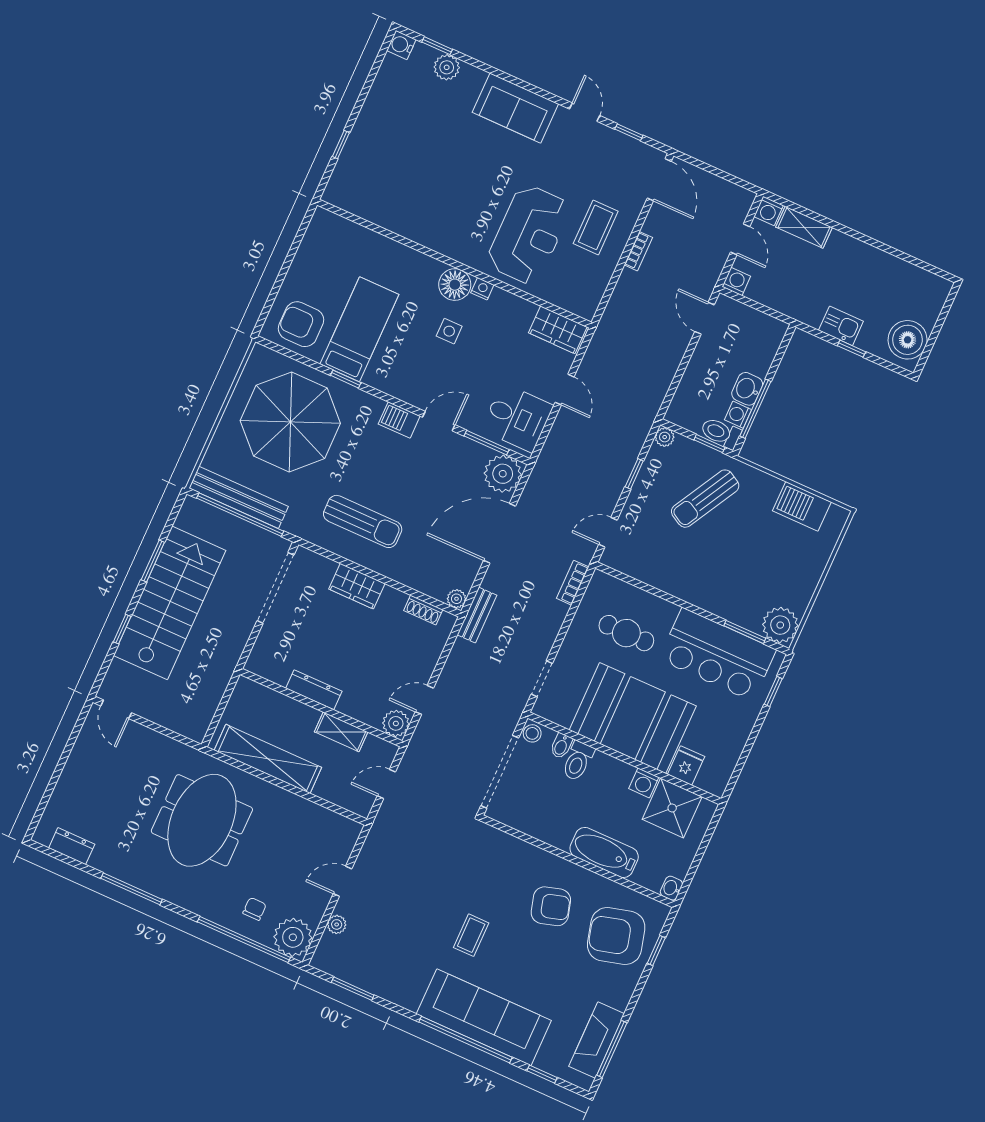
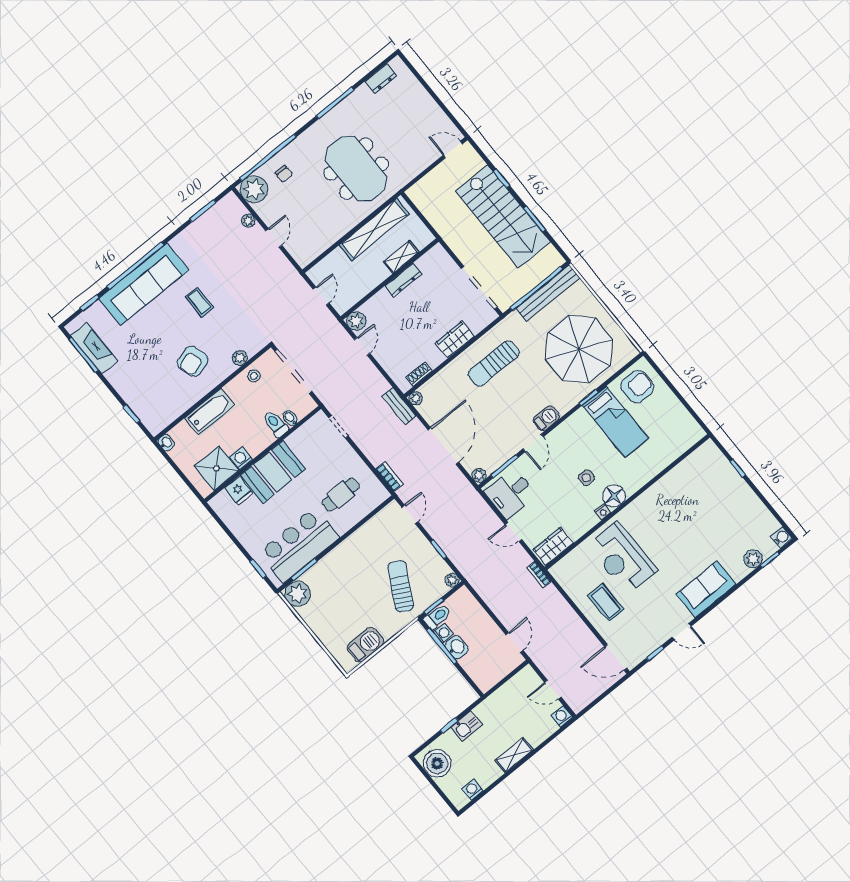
shelving: (804, 227) -> (514, 755), moved
bookcase: (638, 251) -> (539, 575), moved
washing machine: (736, 281) -> (472, 790), moved, turned 180
door: (705, 318) -> (514, 642), hinge flipped
plant: (503, 474) -> (479, 475), width x0.53, depth x0.53
booth: (633, 718) -> (273, 472), width x0.73, depth x0.70
shelving: (341, 732) -> (401, 257), moved
stool: (532, 733) -> (254, 376), moved
plant: (517, 848) -> (240, 358), added
armchair: (616, 936) -> (153, 393), removed

